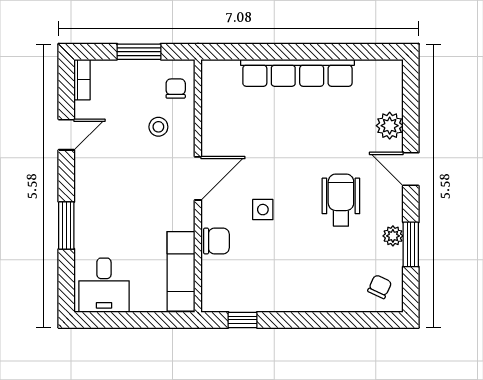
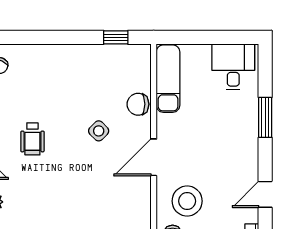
stool: (158, 127) -> (187, 201), width x1.89, depth x1.89
wheelchair: (341, 200) -> (32, 139), width x0.73, depth x0.73
side table: (263, 210) -> (99, 131), turned 45

